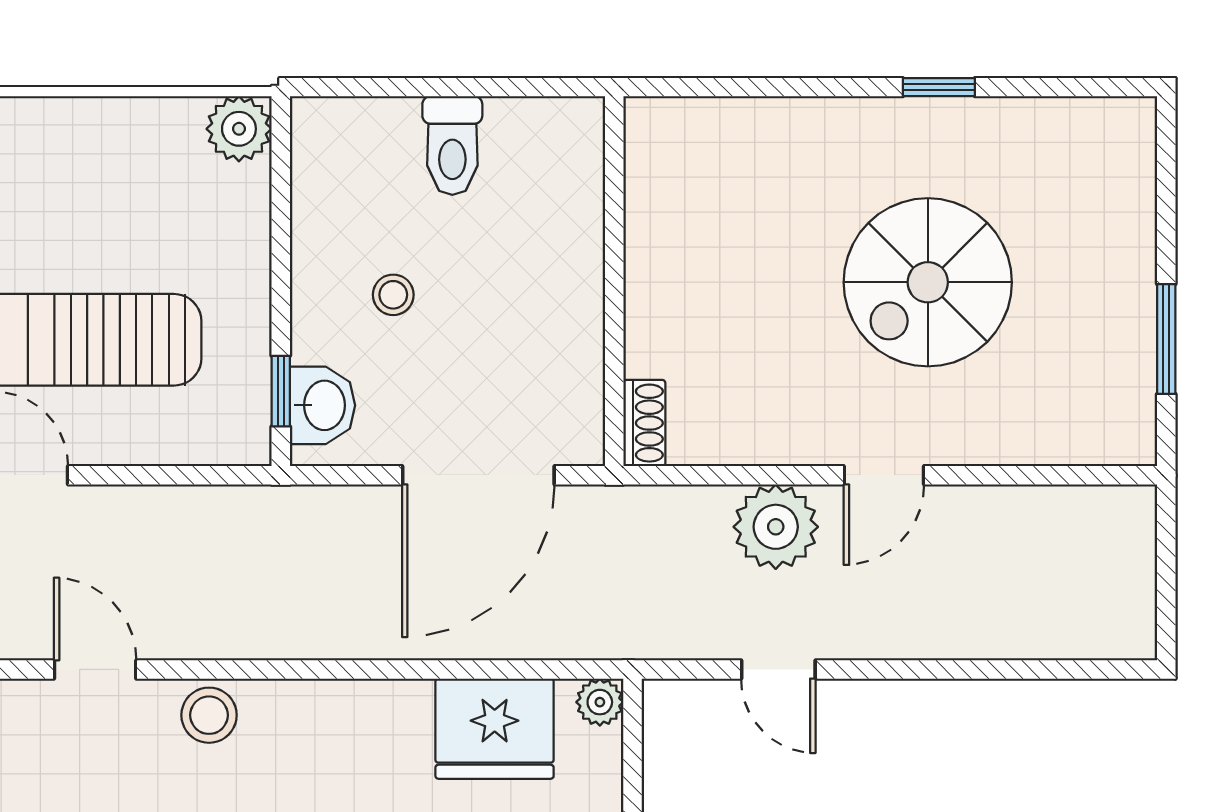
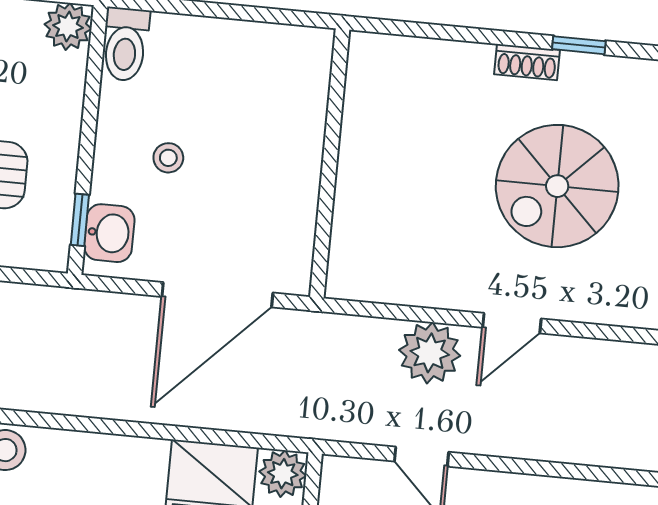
toilet: (452, 146) -> (125, 44), moved
shoe rack: (644, 423) -> (527, 62), moved, turned 90
plant: (600, 702) -> (283, 474), width x1.38, depth x1.38

